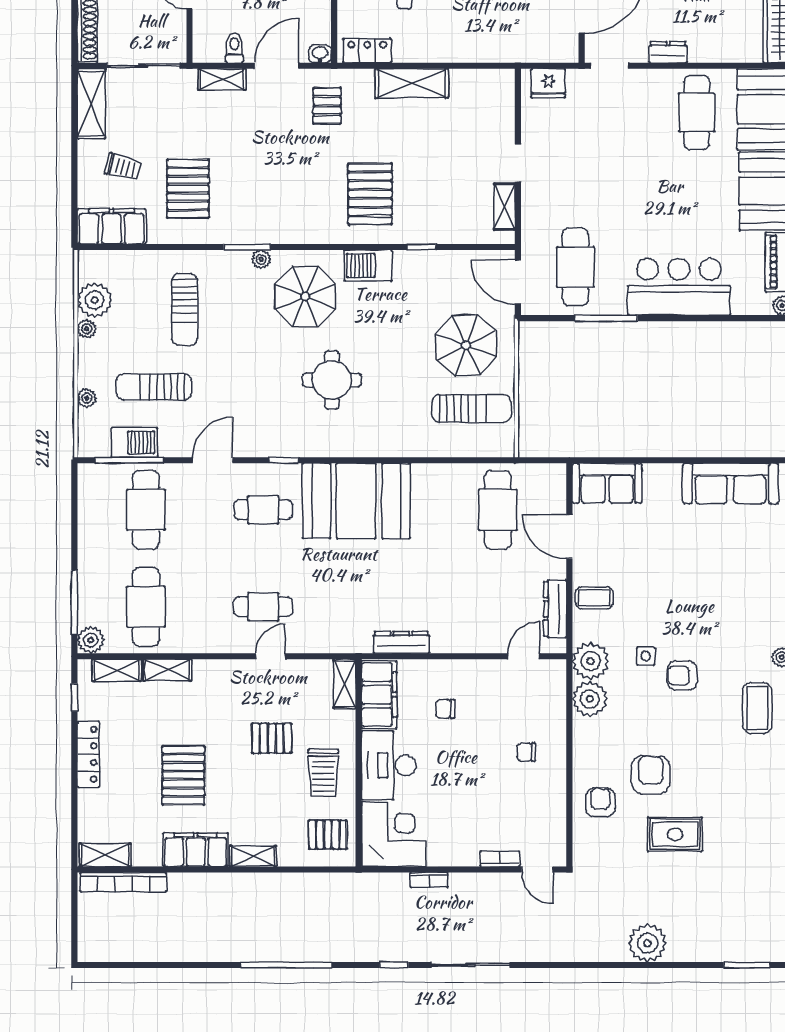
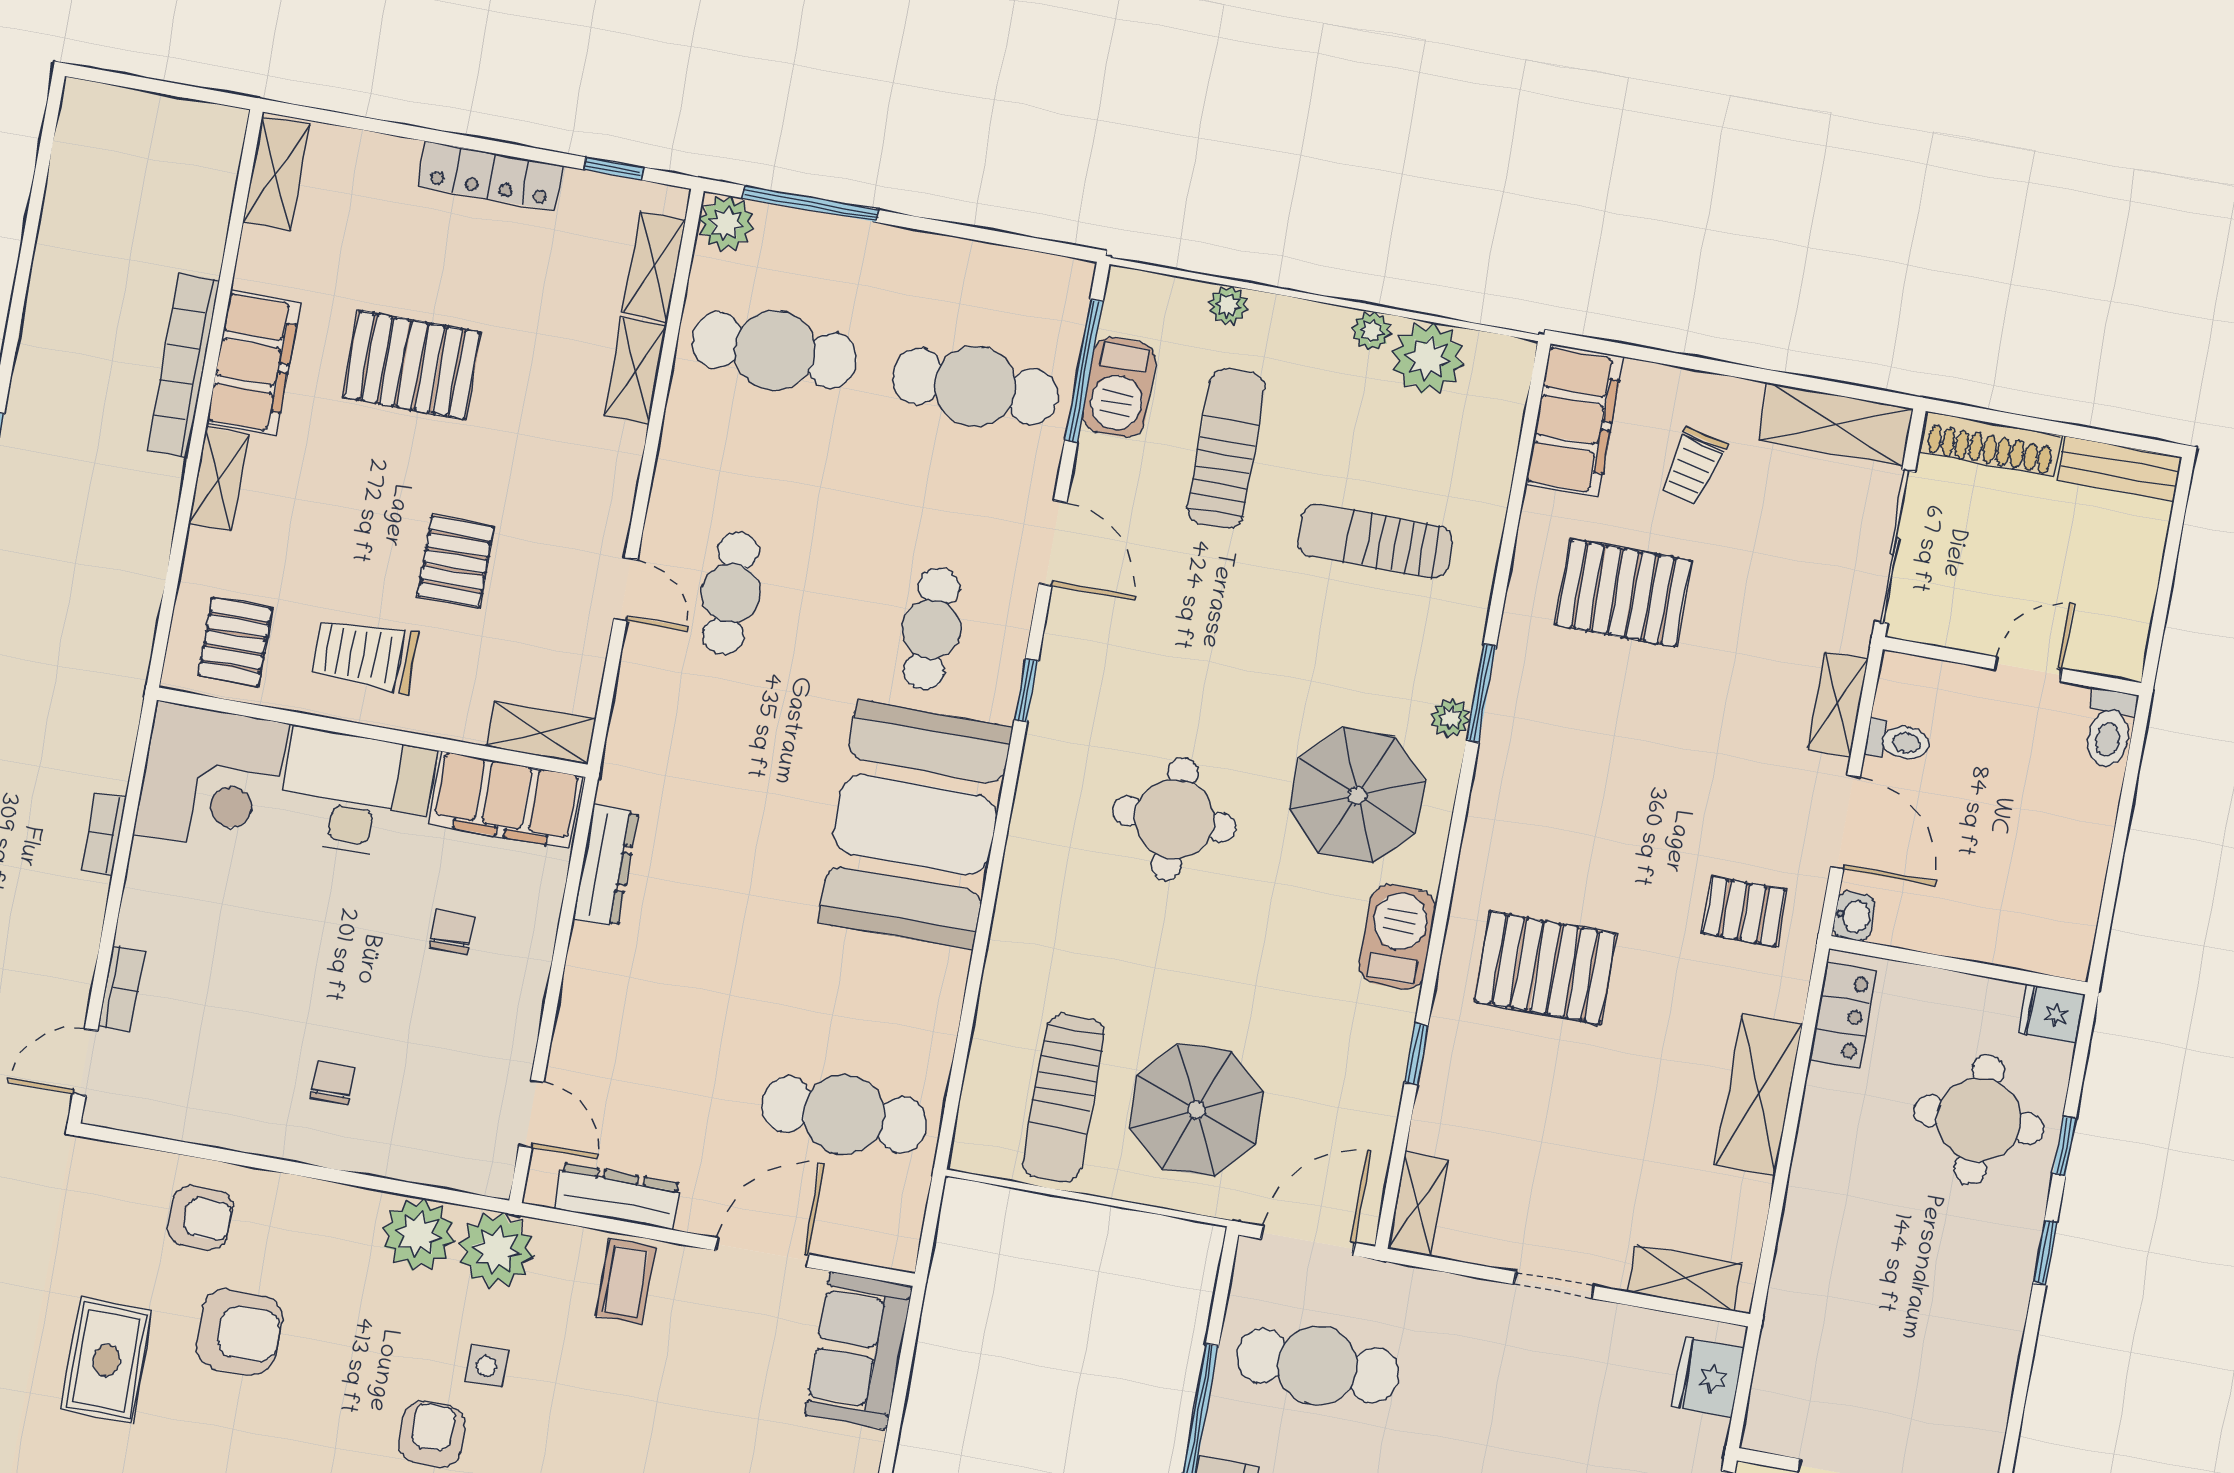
shelving: (504, 103) -> (1684, 1278), added
shelving: (504, 206) -> (1418, 1204), moved, turned 90
bookcase: (123, 882) -> (183, 365), moved

